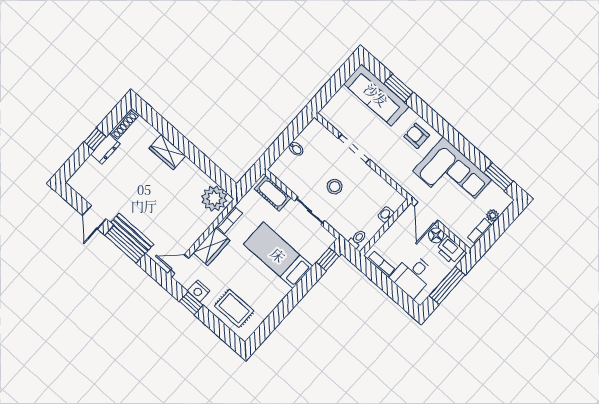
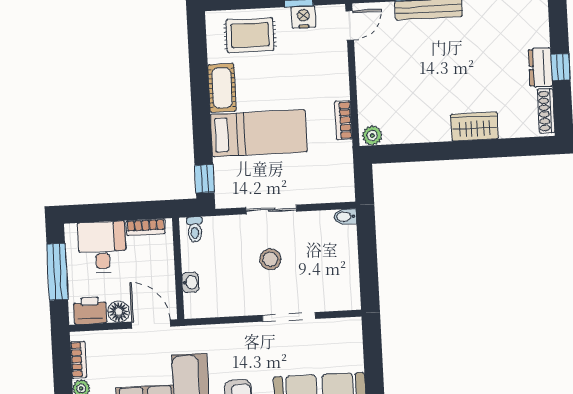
bidet: (296, 149) -> (345, 217), moved
cot: (273, 193) -> (222, 88), moved, turned 90
plant: (214, 199) -> (372, 136), width x0.53, depth x0.53
wardrobe: (212, 247) -> (335, 75), removed

